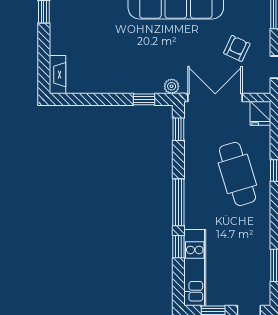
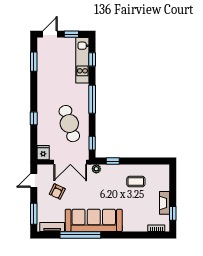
coffee table: (105, 65) -> (136, 182), added
fireplace: (58, 75) -> (165, 203), moved
cafe table: (237, 174) -> (69, 124), moved
window: (178, 247) -> (92, 59), moved

